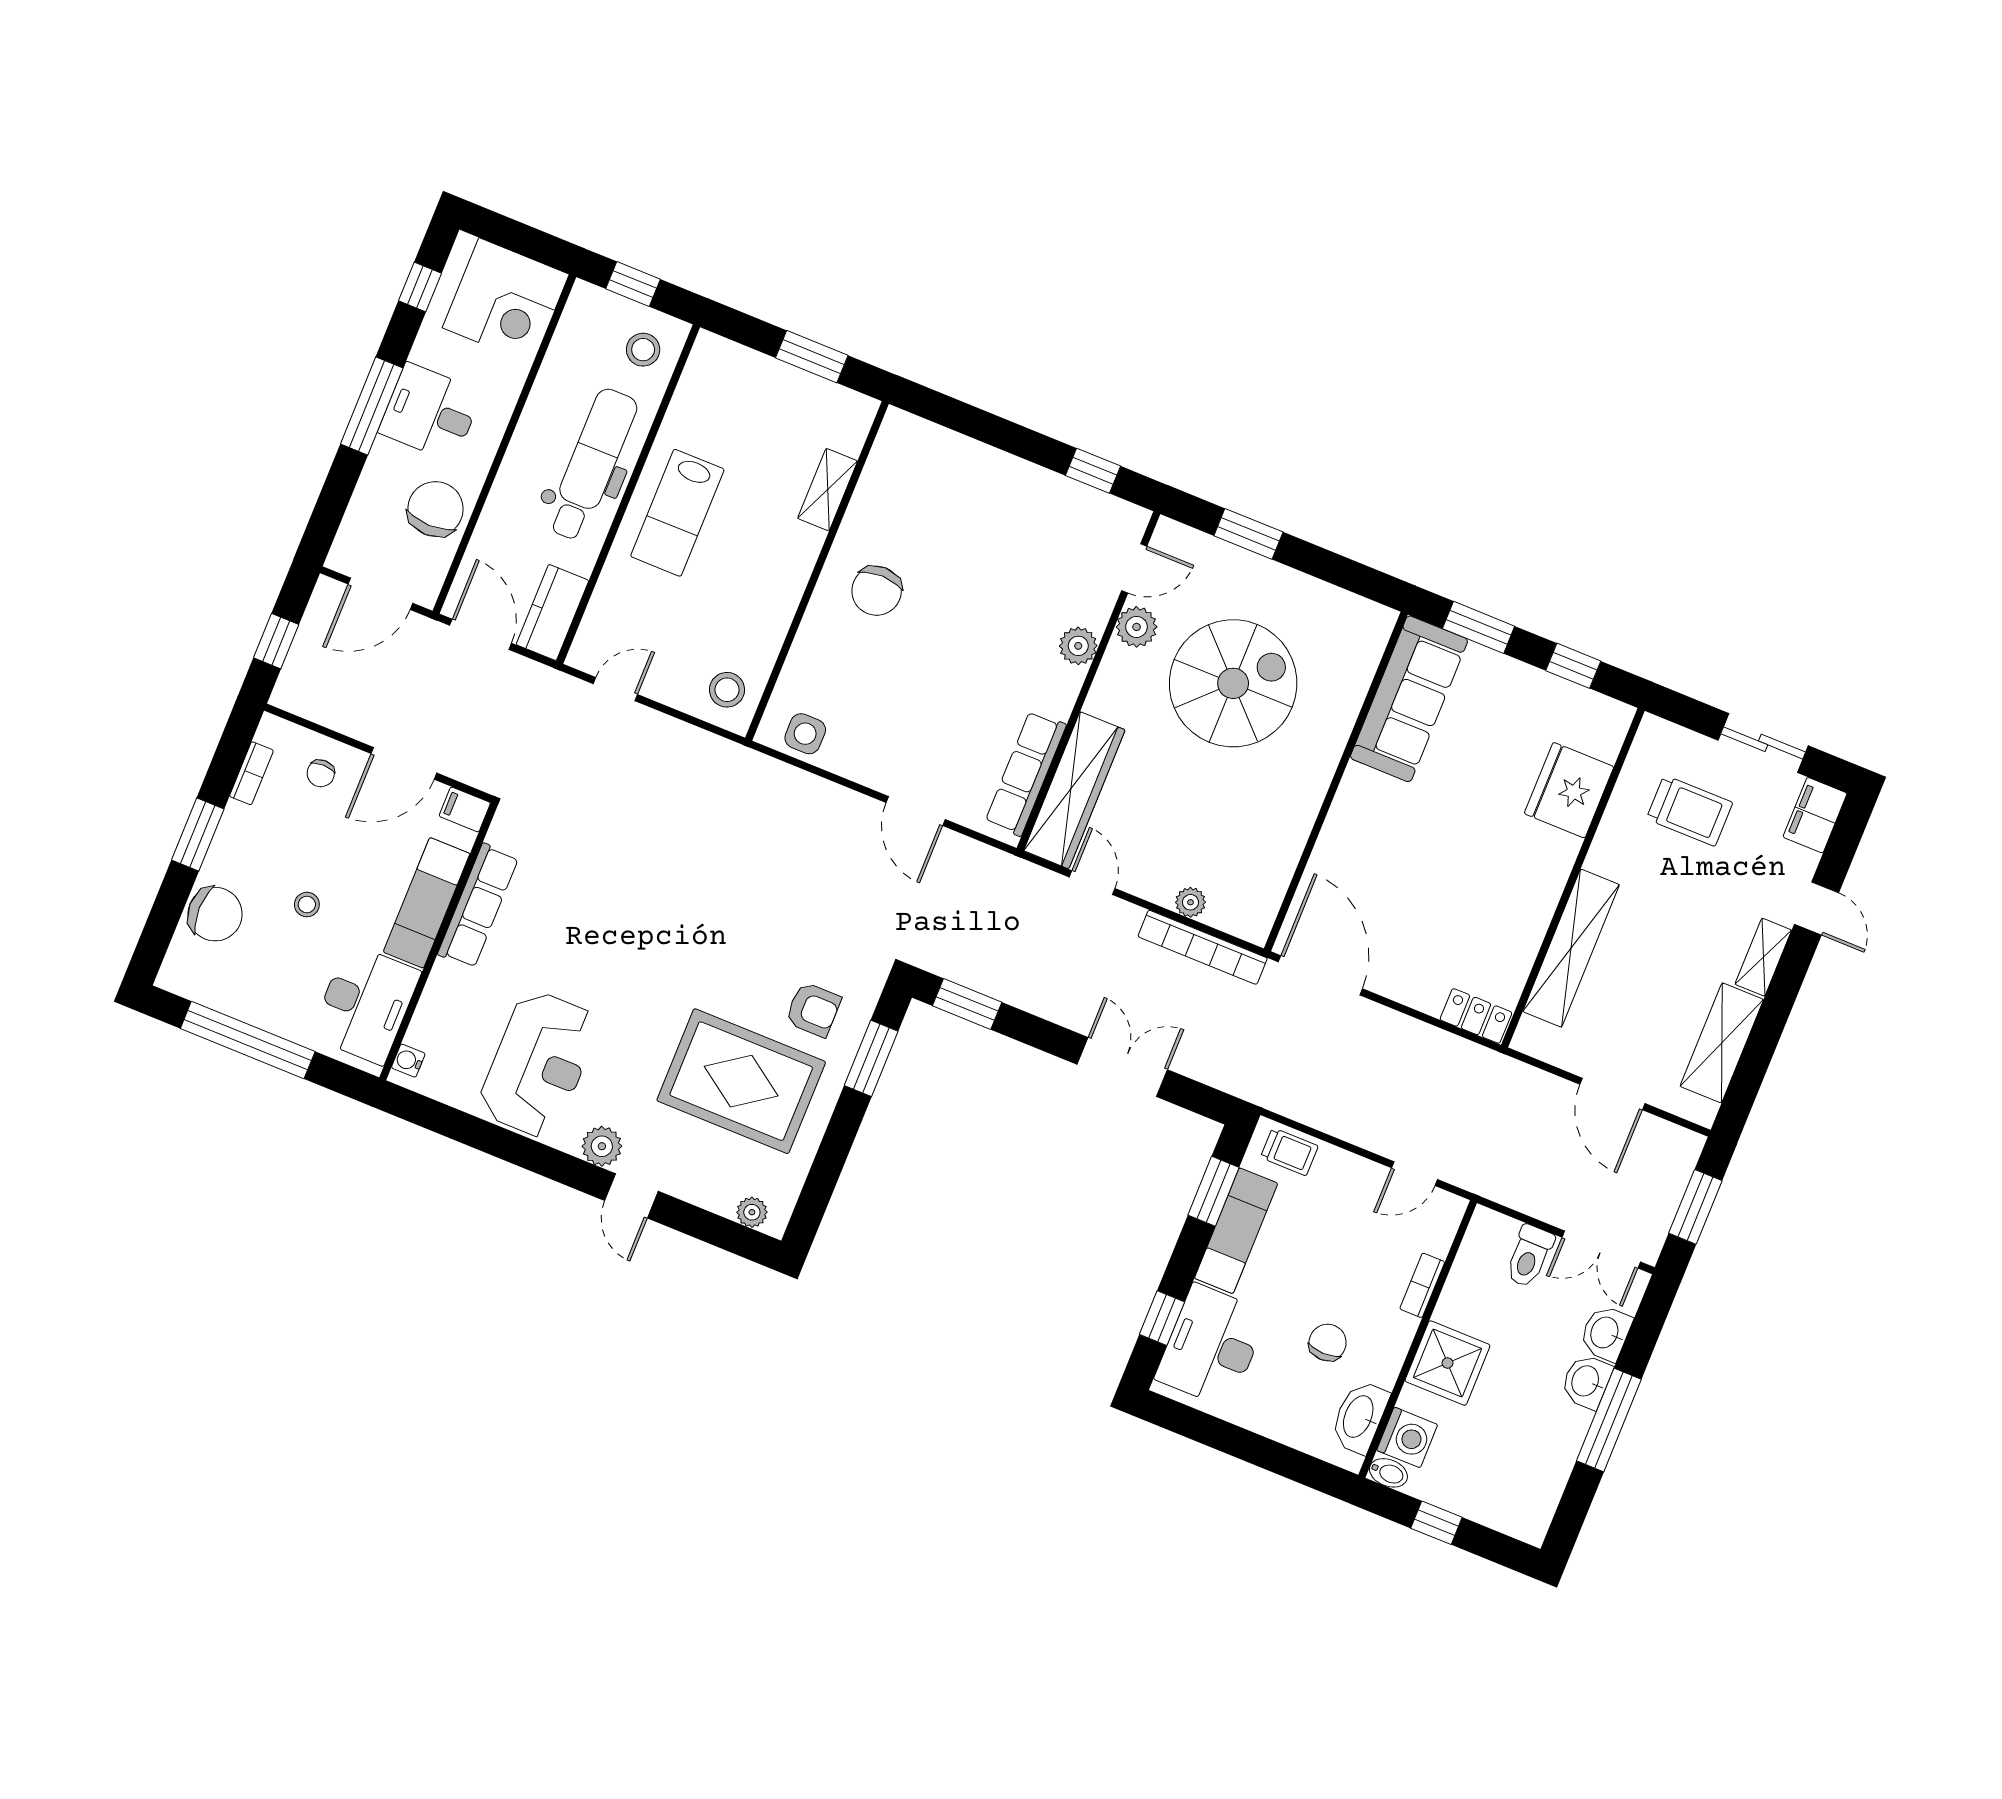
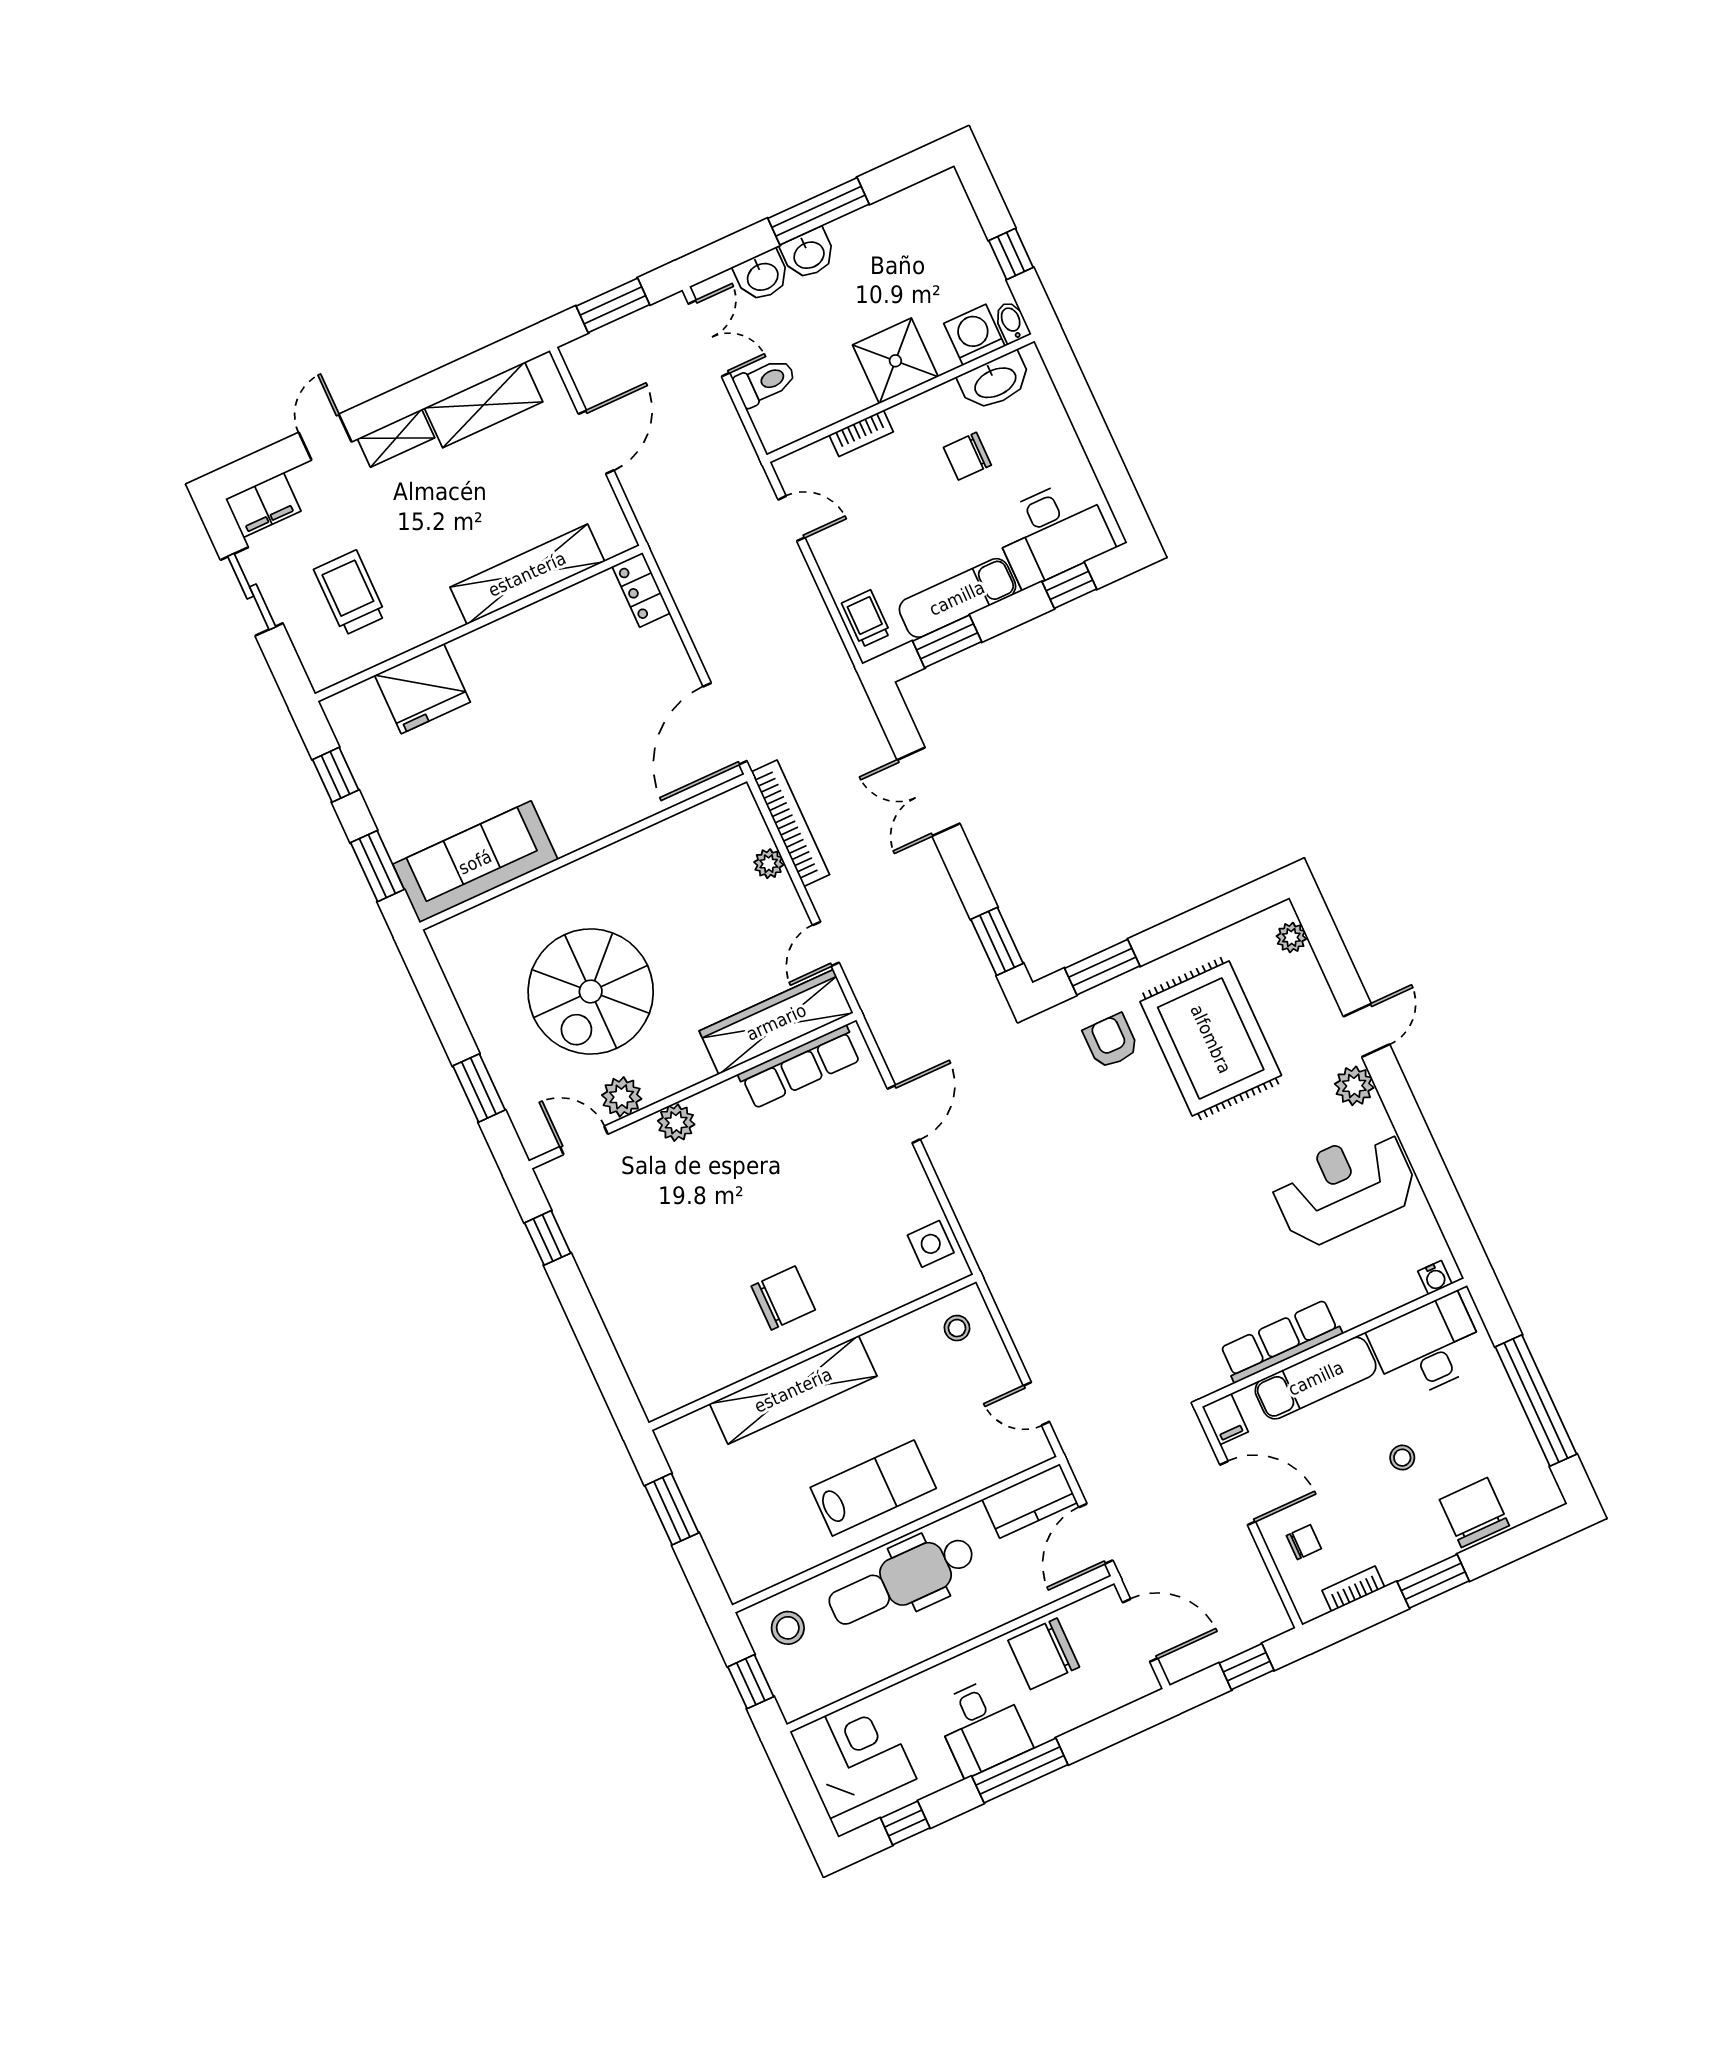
shelving: (828, 490) -> (793, 1390), width x2.20, depth x1.33
spiral stairs: (1233, 683) -> (591, 991), turned -90
stool: (727, 690) -> (957, 1328), width x0.73, depth x0.73

